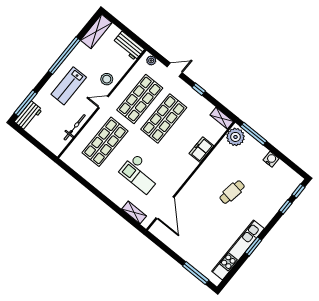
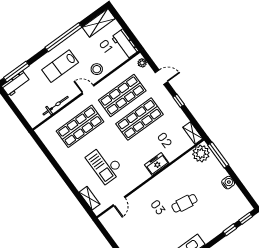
freezer: (201, 150) -> (157, 164), moved
door: (165, 208) -> (119, 201), width x0.53

